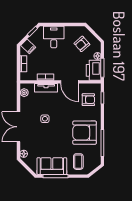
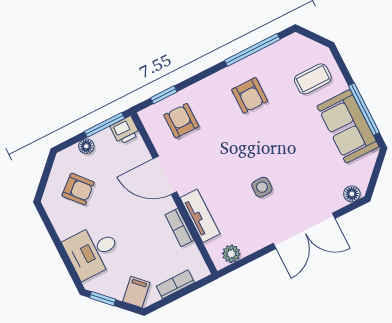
printer: (94, 70) -> (125, 130), width x0.53, depth x0.68
door: (70, 82) -> (165, 175), swing flipped
armchair: (85, 133) -> (250, 95), width x0.53, depth x0.53

